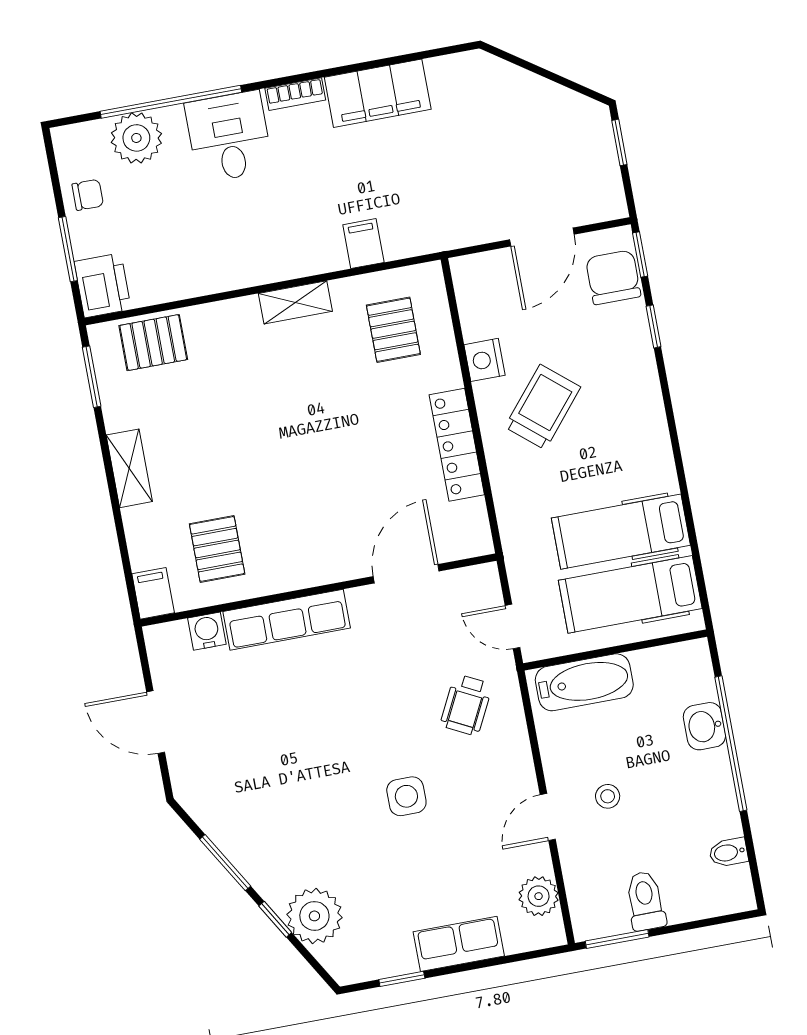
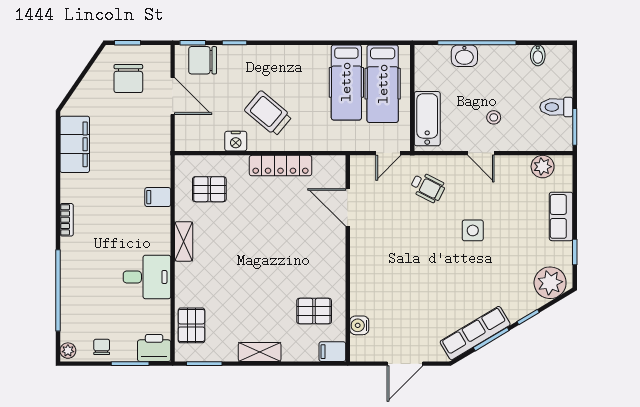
filing cabinet: (378, 93) -> (75, 144), moved
desk: (229, 137) -> (147, 277), moved, turned 180
plant: (136, 138) -> (68, 351), moved, width x0.53, depth x0.53
chair: (558, 155) -> (128, 79), added
row of seats: (287, 620) -> (475, 333), moved, turned -121
door: (548, 817) -> (481, 153), moved
plant: (314, 916) -> (550, 283), moved

